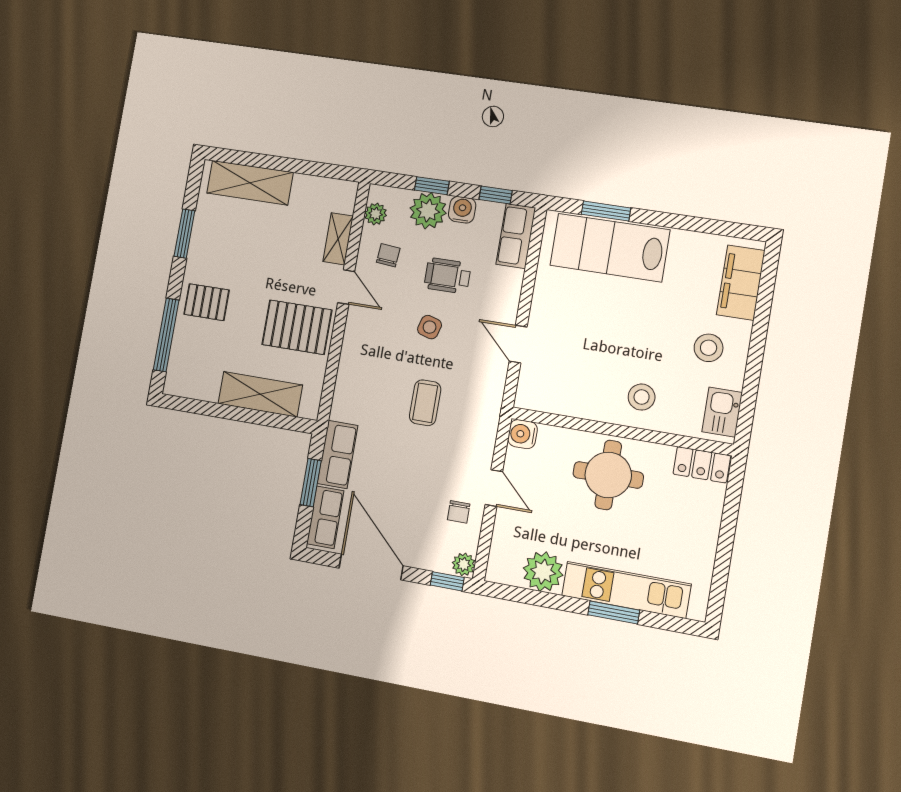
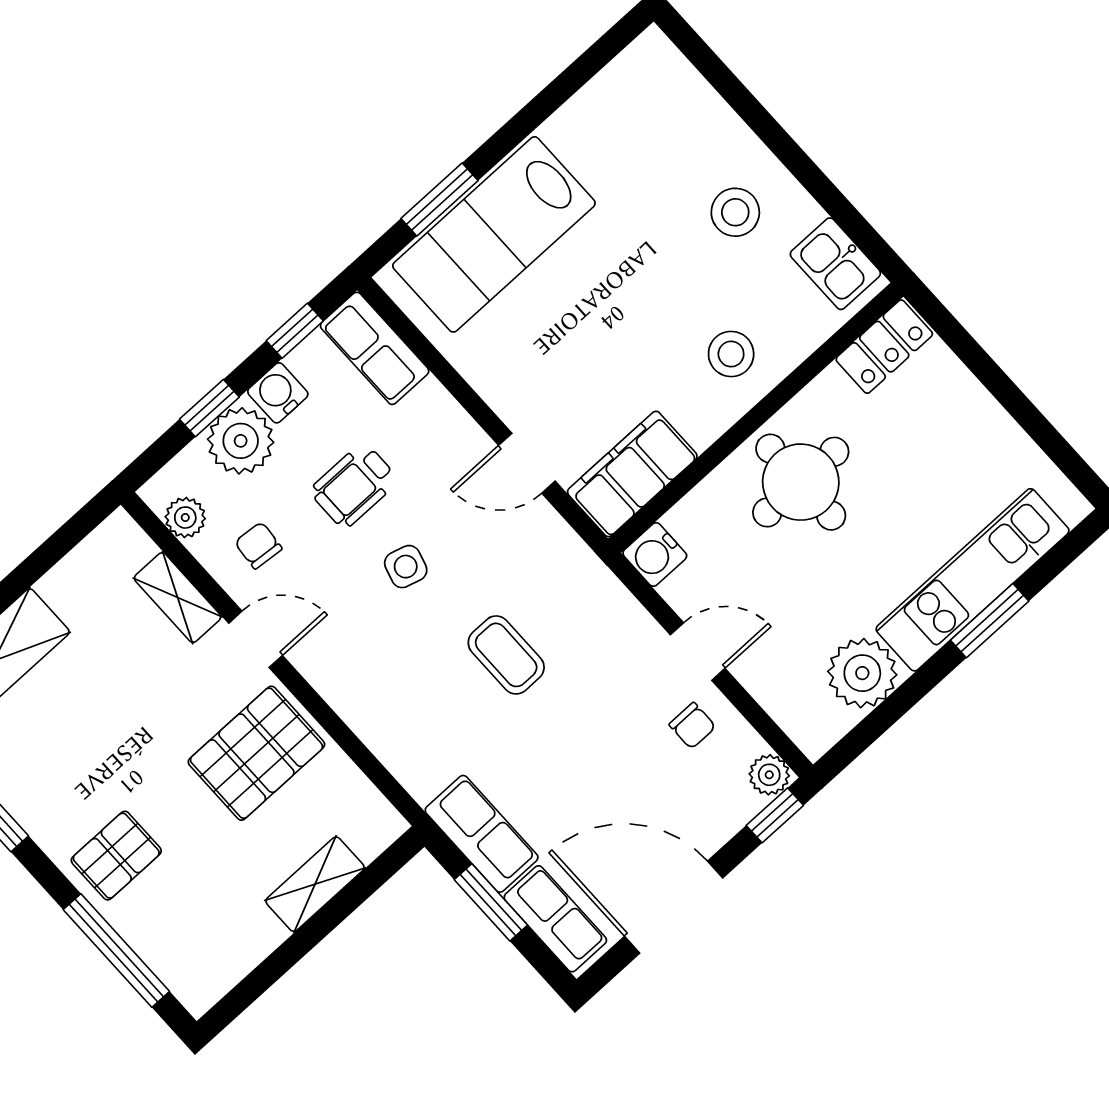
filing cabinet: (741, 283) -> (632, 474), moved, turned 90
shelving: (260, 394) -> (315, 884), width x0.67, depth x0.75

